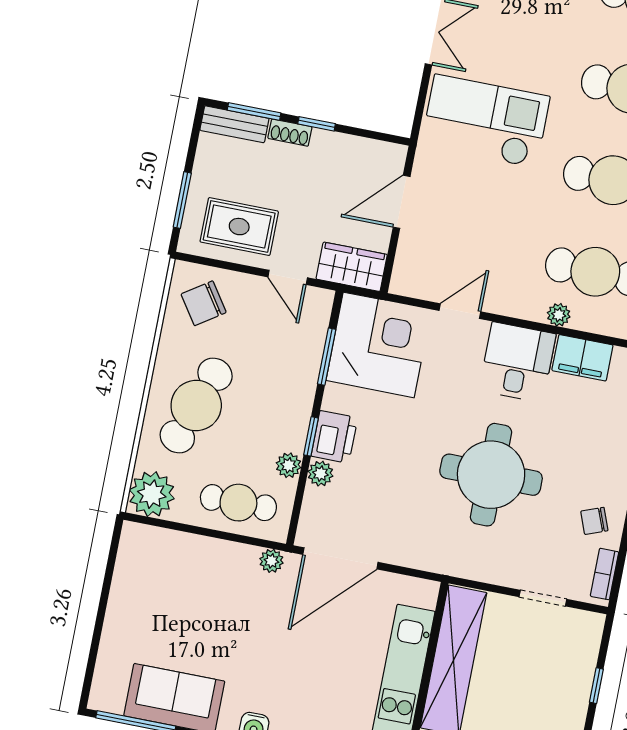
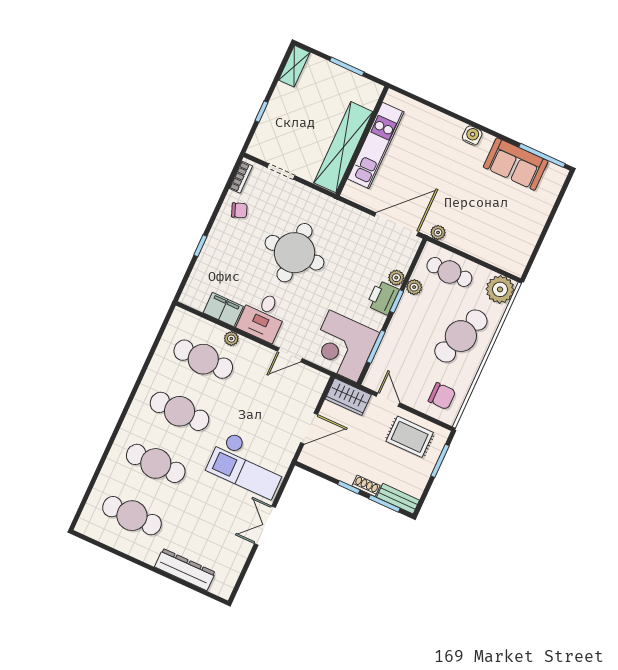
chair: (204, 303) -> (442, 396), turned 34

